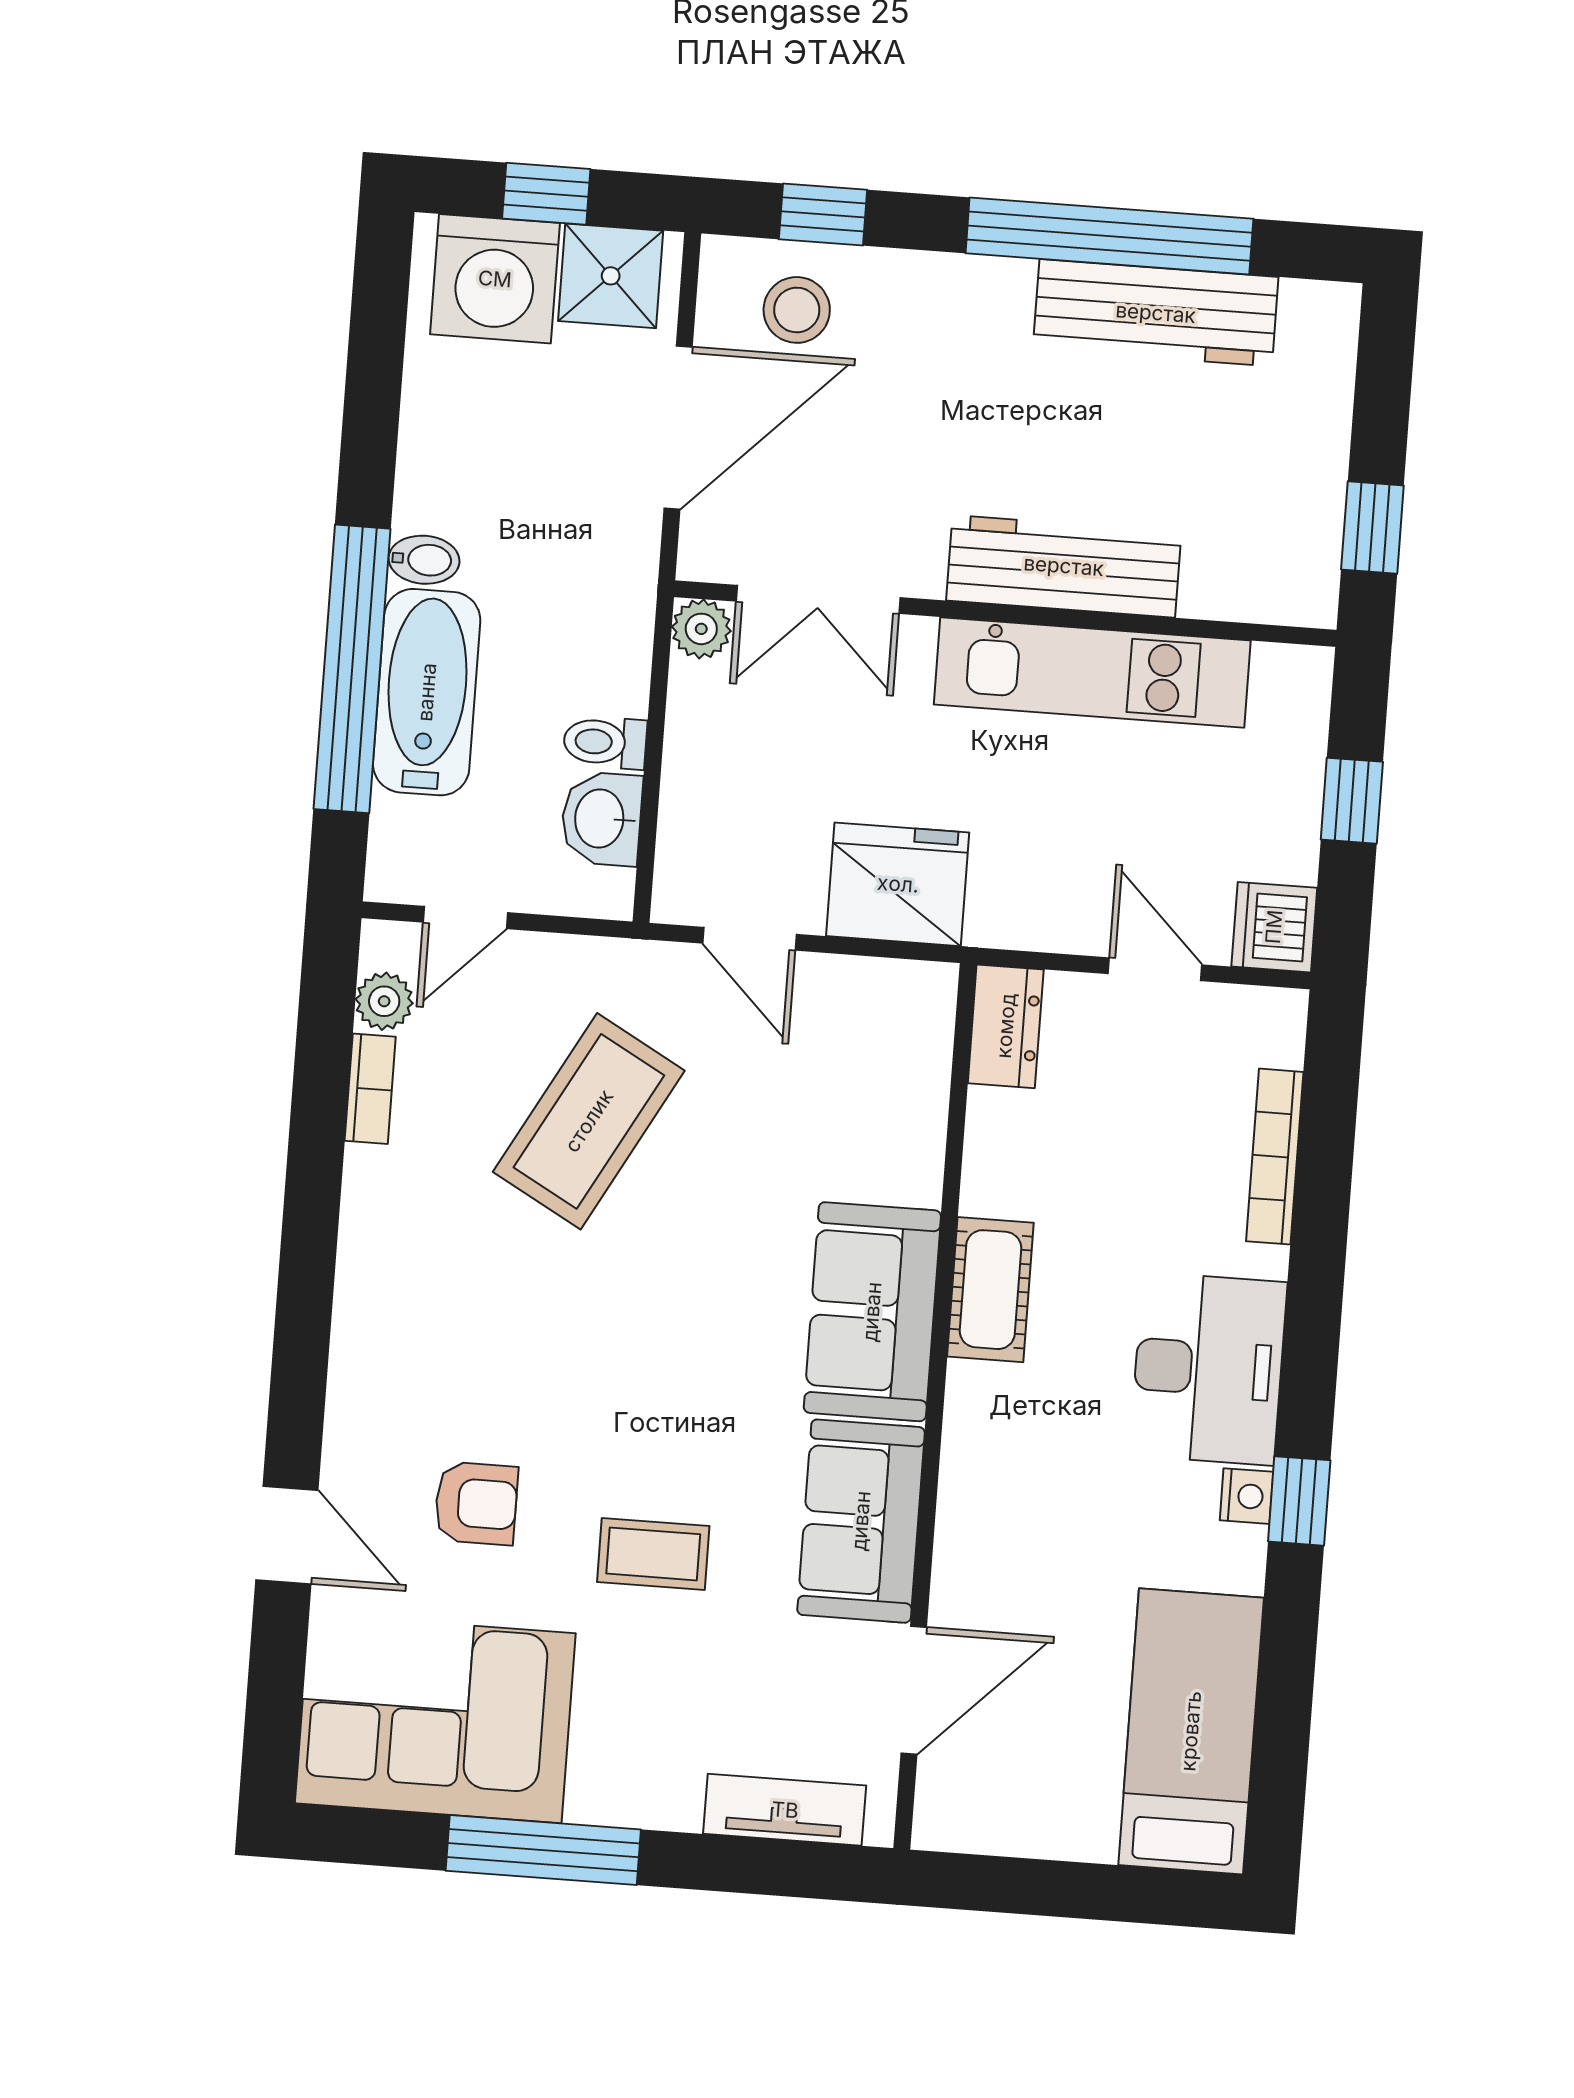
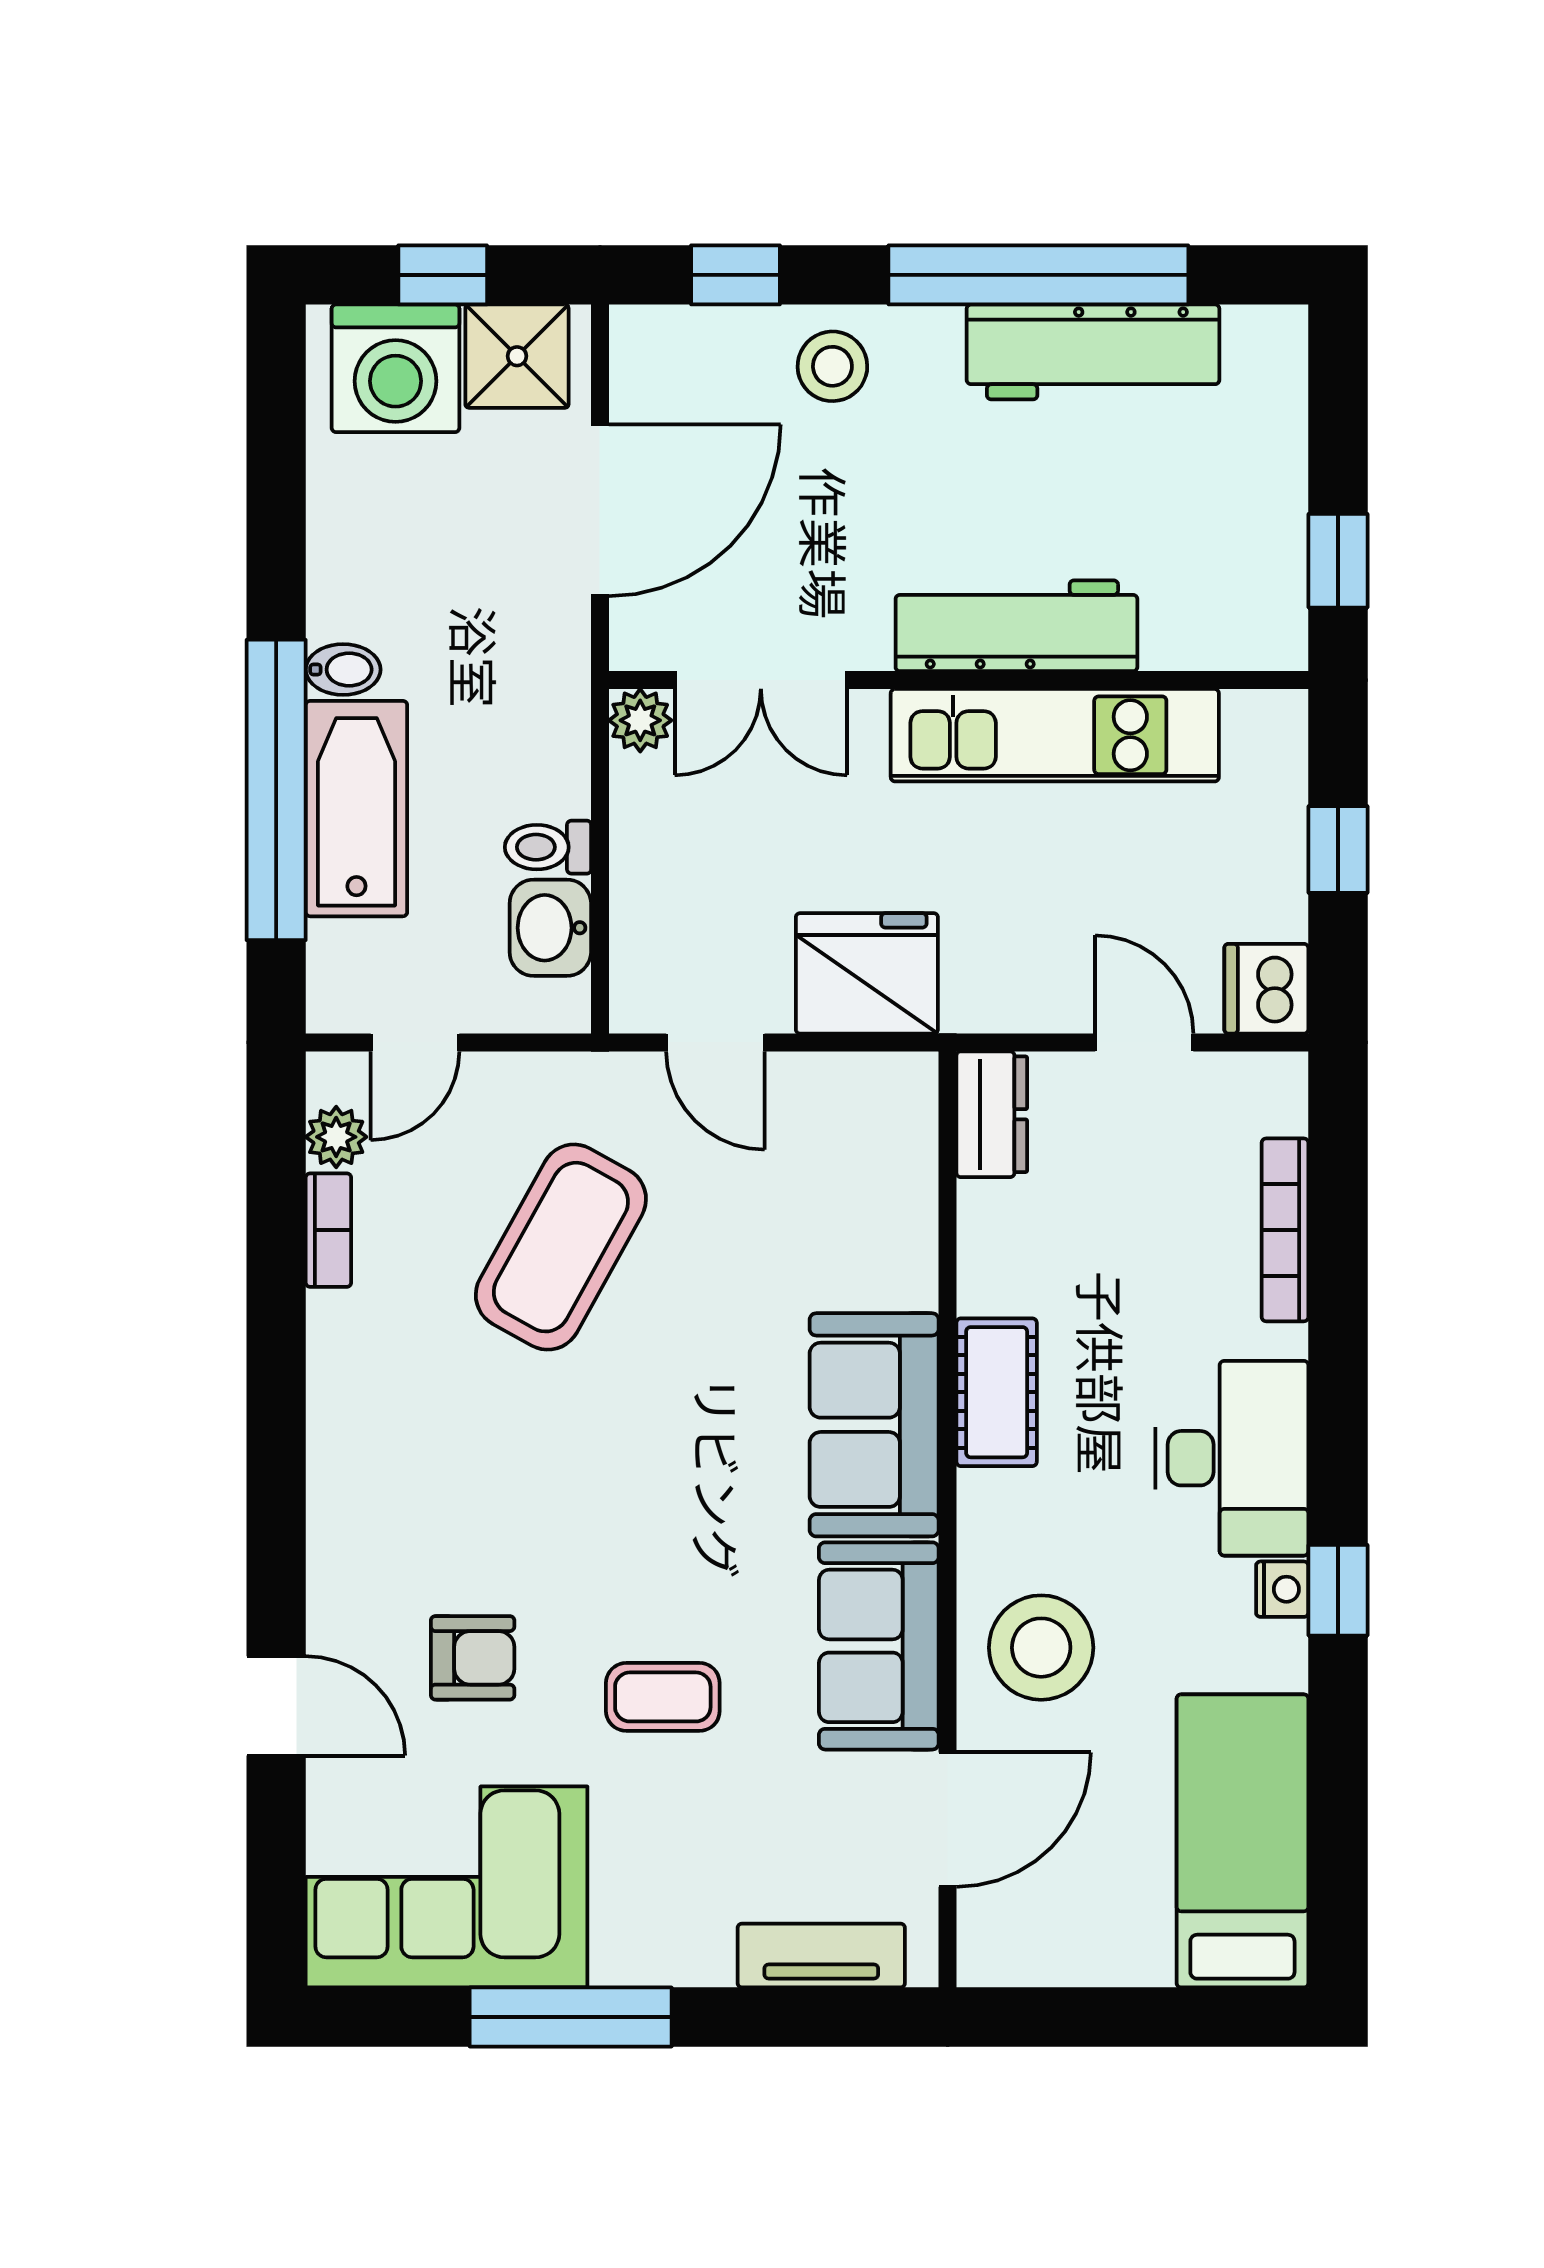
stool: (797, 310) -> (832, 366), moved
stool: (1014, 1534) -> (1041, 1648), added

